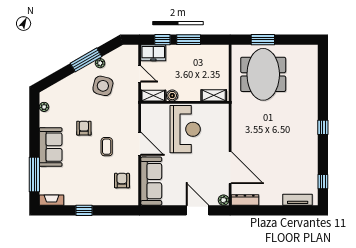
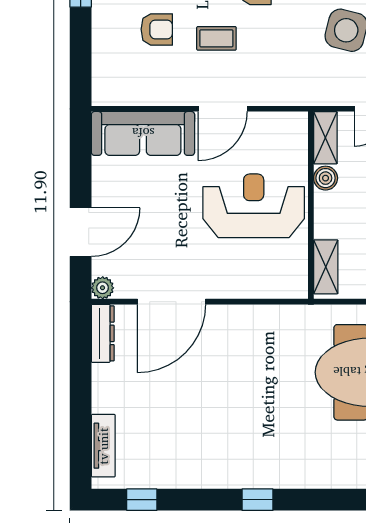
reception desk: (185, 129) -> (254, 206), turned 180
armchair: (122, 181) -> (157, 29), moved

